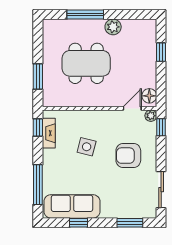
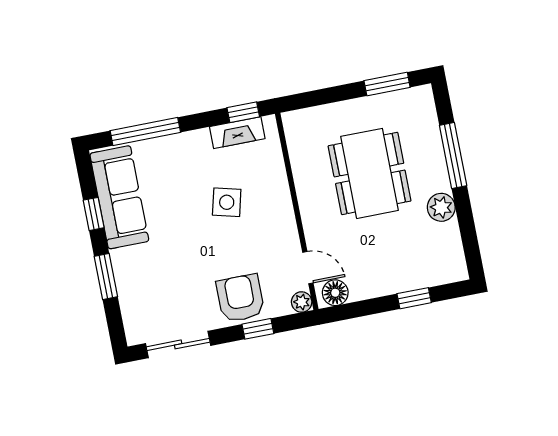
window: (38, 76) -> (387, 84), moved
window: (161, 127) -> (258, 329), moved
armchair: (128, 156) -> (240, 298), moved
window: (130, 223) -> (106, 277), moved

